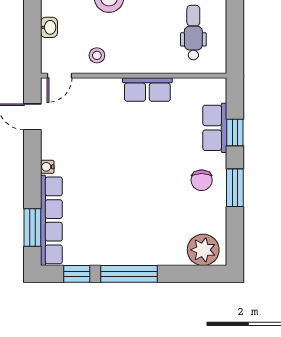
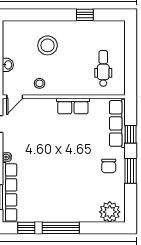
row of seats: (215, 128) -> (117, 123), width x1.48

